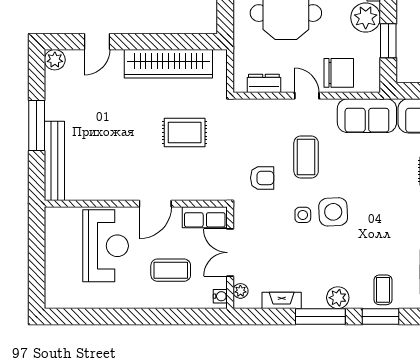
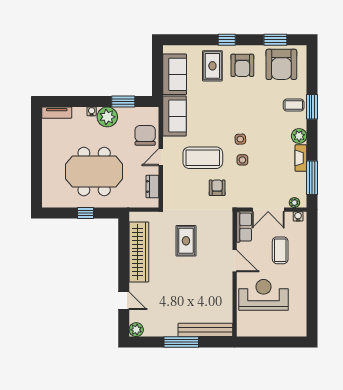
coffee table: (306, 157) -> (203, 158), width x1.36, depth x1.32
side table: (333, 212) -> (240, 139), width x0.54, depth x0.54
fireplace: (282, 300) -> (301, 158), moved
window: (320, 317) -> (312, 178), moved

